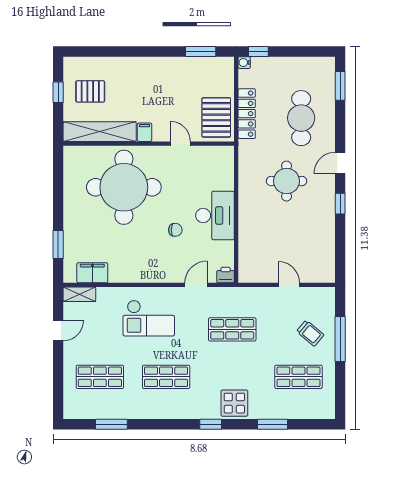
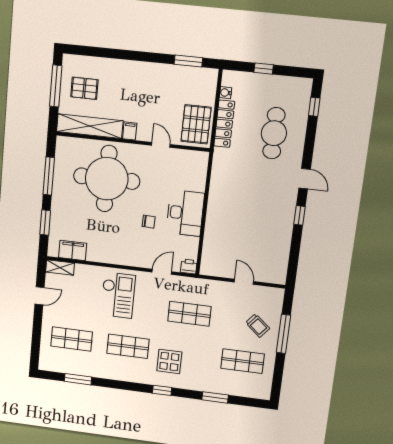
window: (258, 51) -> (264, 69), moved
water cooler: (244, 63) -> (226, 93), moved
window: (340, 86) -> (314, 107), width x0.67
window: (58, 92) -> (56, 86), width x2.17
door: (340, 163) -> (305, 179), swing flipped
round table: (287, 181) -> (253, 189), removed
window: (58, 192) -> (49, 176), added
checkout: (149, 318) -> (118, 295), turned -90
display table: (234, 403) -> (169, 361), moved

